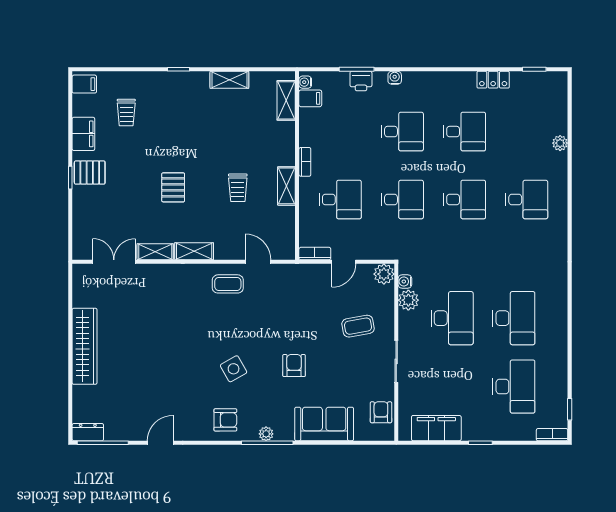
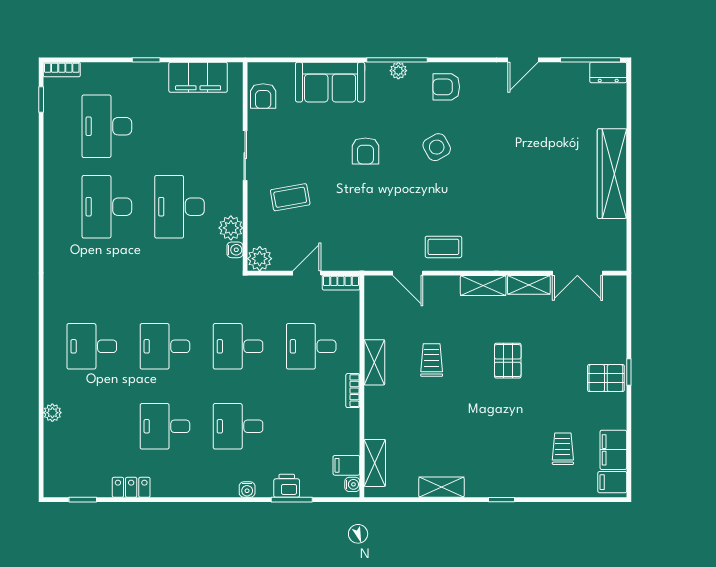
filing cabinet: (83, 134) -> (613, 450), moved

